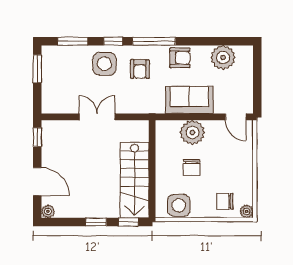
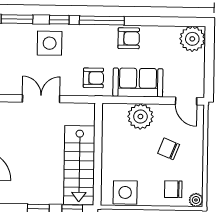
plant: (223, 57) -> (192, 39), moved
armchair: (140, 69) -> (93, 78), moved, turned -90
chair: (192, 167) -> (169, 149), moved, turned 112

